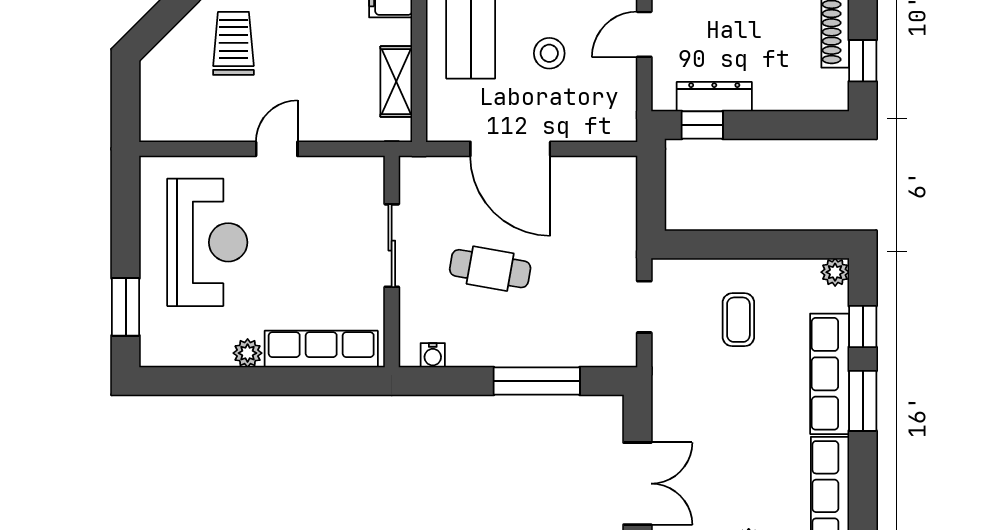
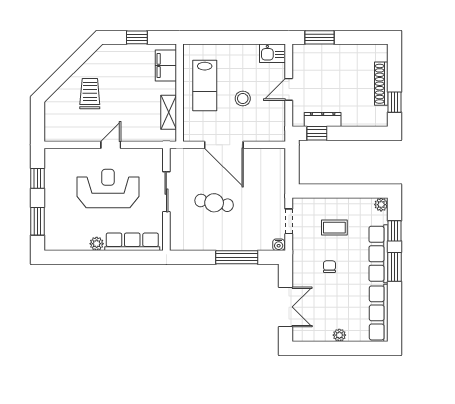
window: (126, 218) -> (38, 178), added
reception desk: (207, 242) -> (108, 189), moved, turned -90
coffee table: (738, 320) -> (334, 228), turned 90
water cooler: (433, 355) -> (279, 245), moved
chair: (728, 400) -> (329, 267), added

